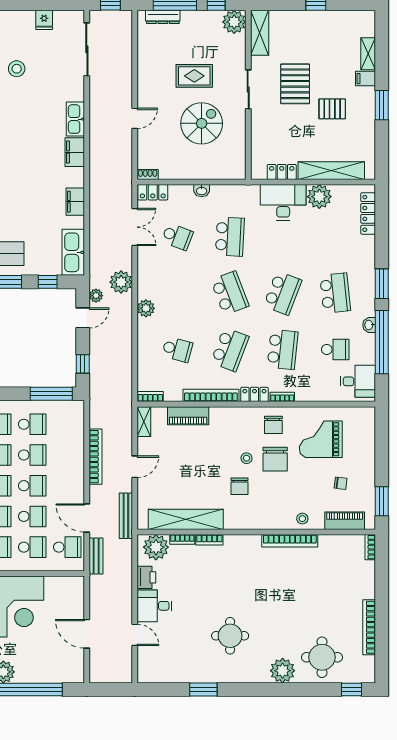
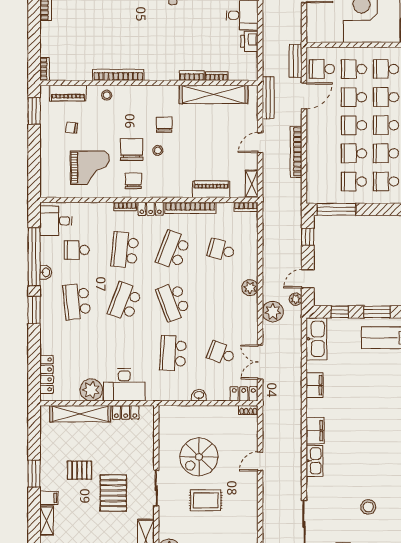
door: (87, 518) -> (304, 96), hinge flipped
plant: (156, 547) -> (241, 69), removed

